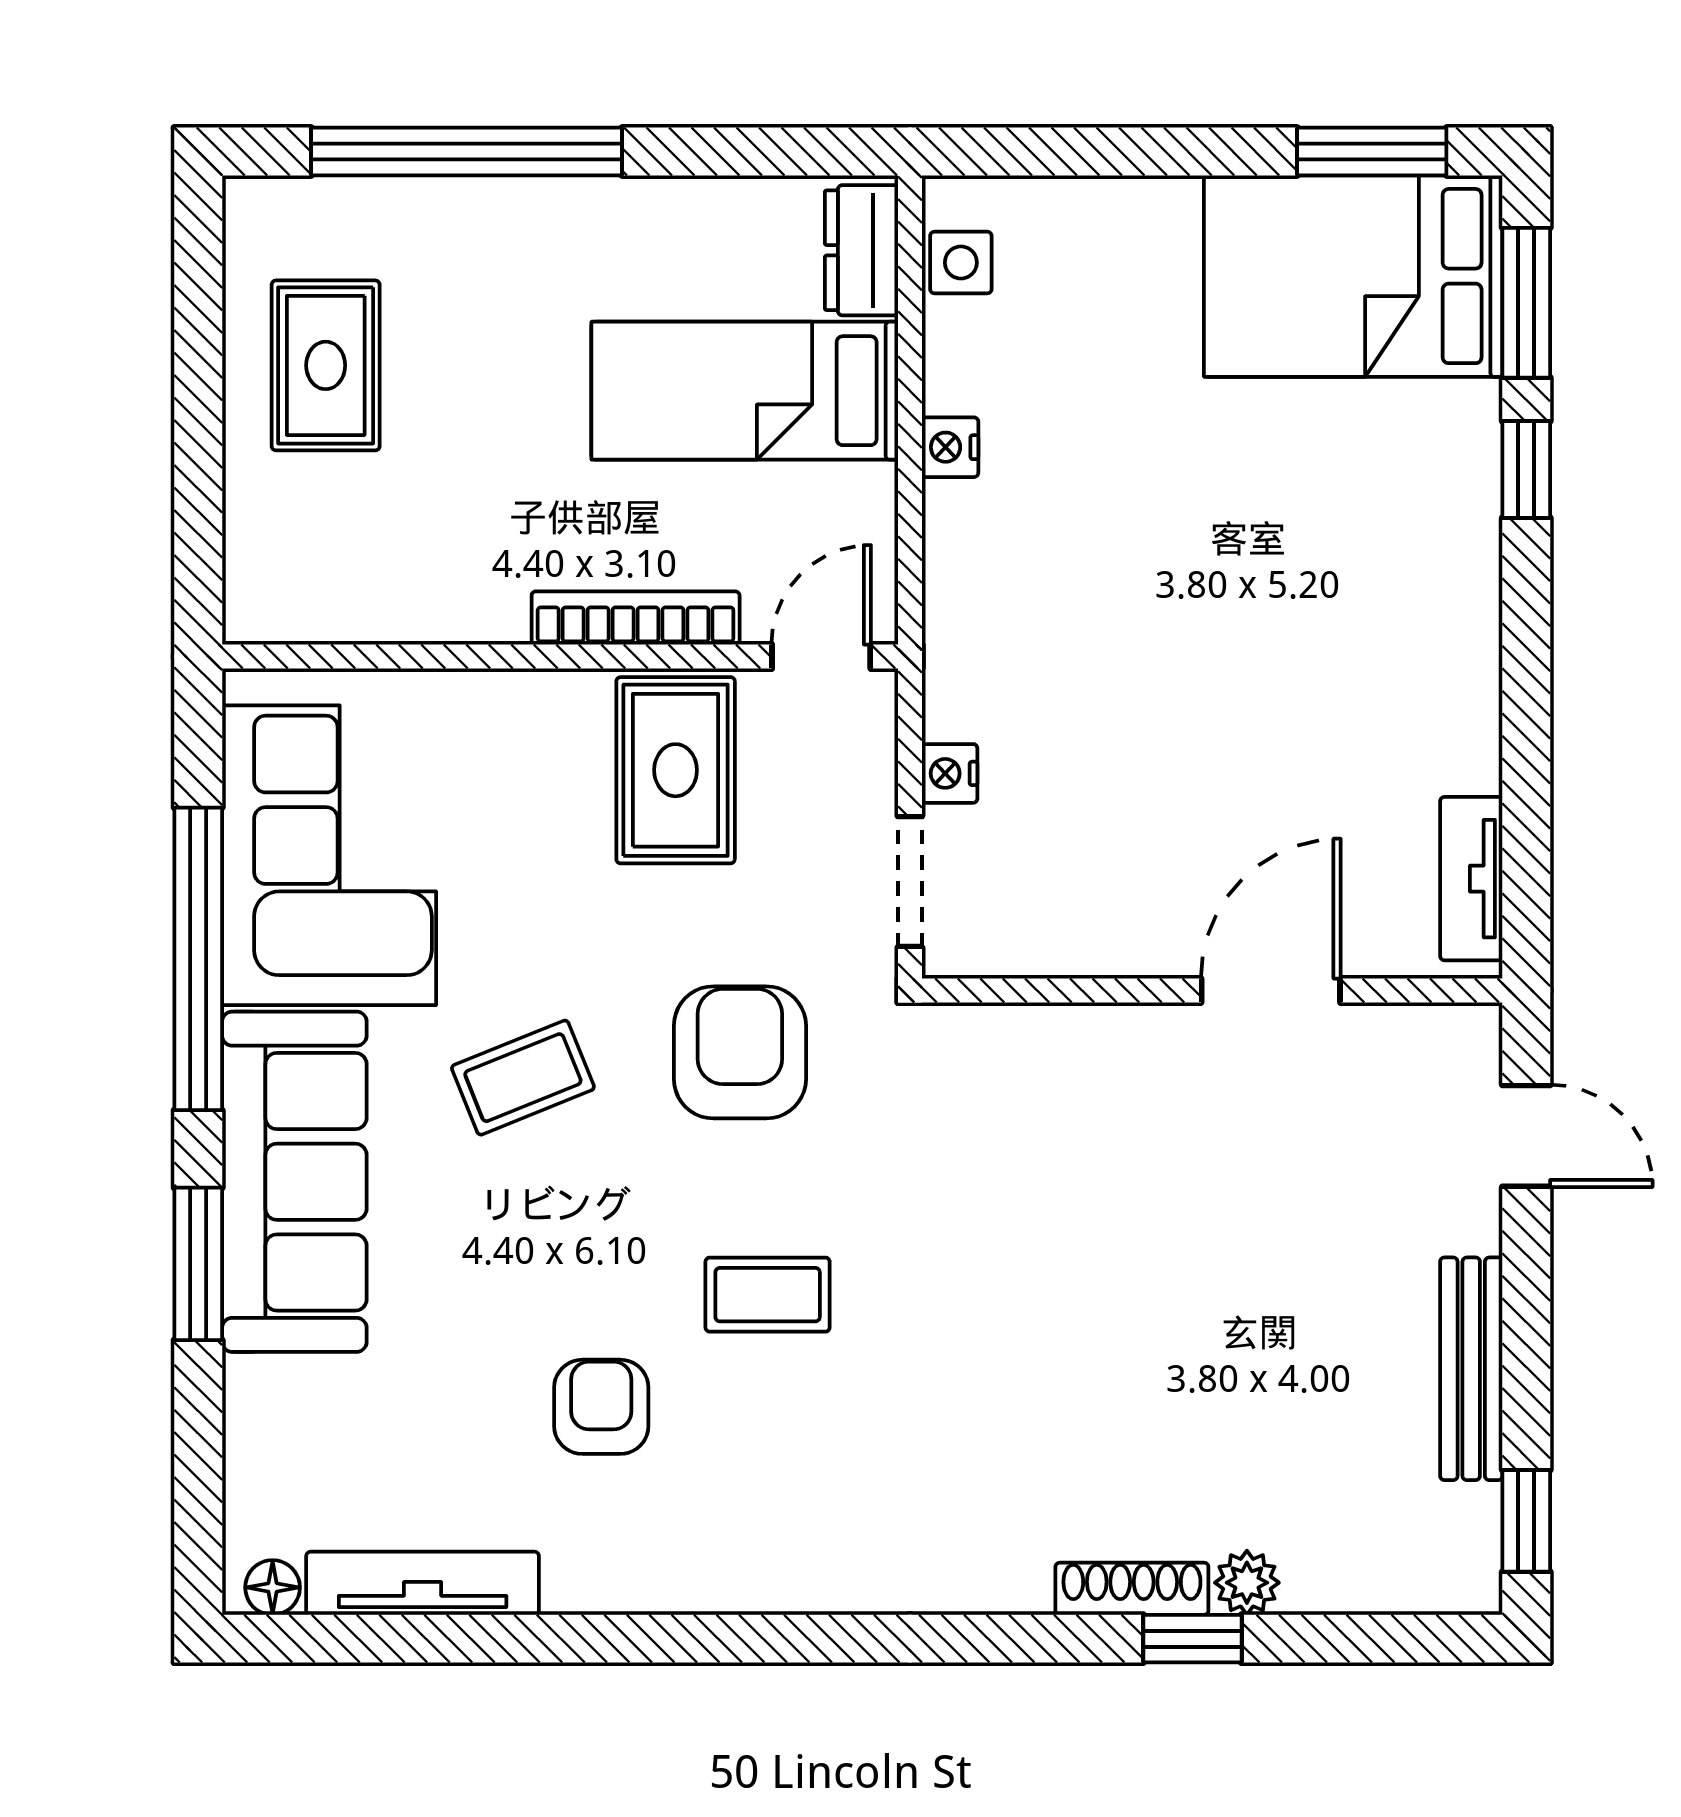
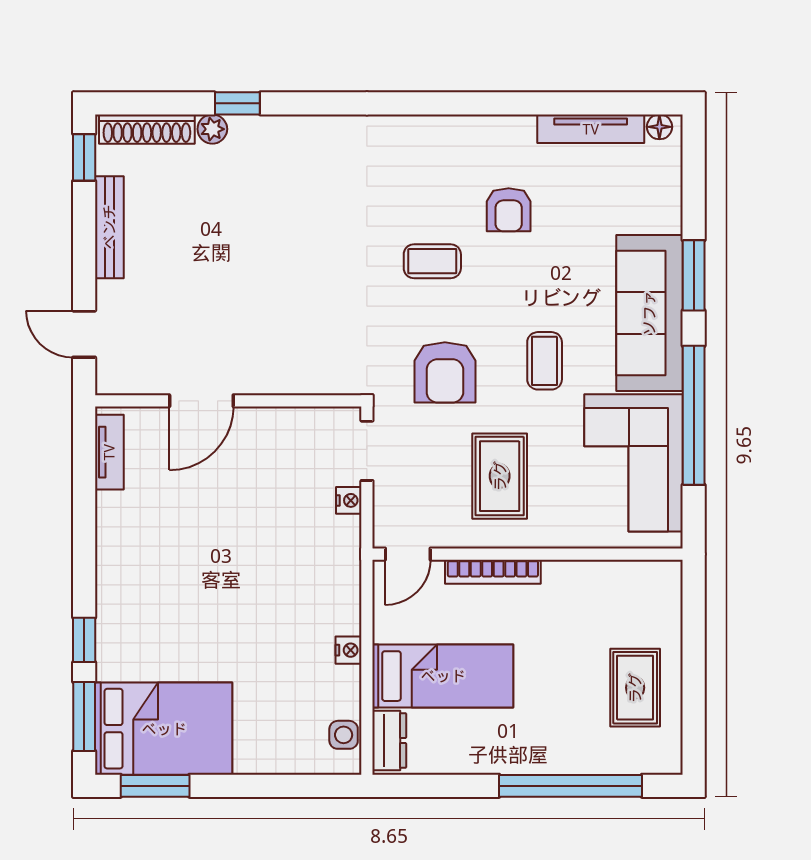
rug: (676, 770) -> (500, 476), moved
coffee table: (523, 1078) -> (545, 361), turned -68
shoe rack: (1132, 1589) -> (147, 129), moved, width x1.36, depth x1.24

